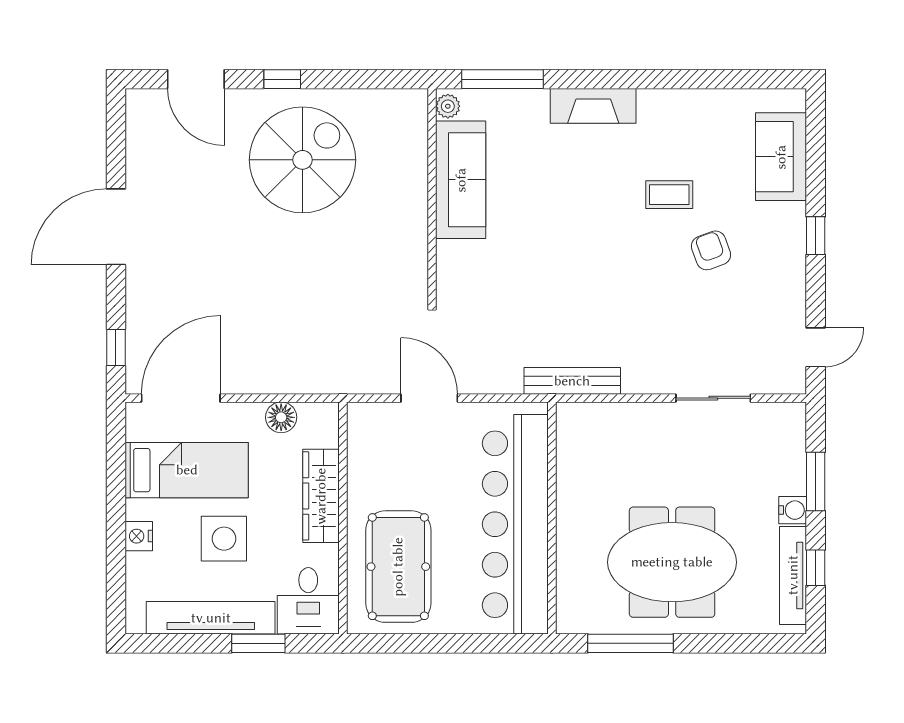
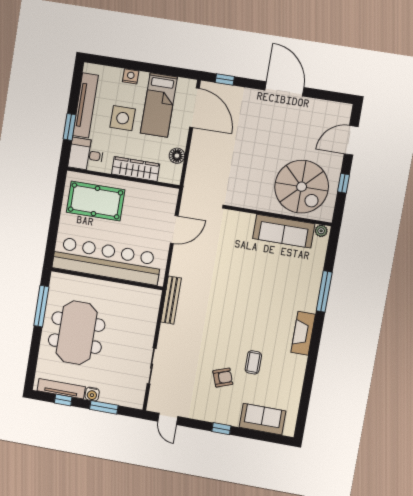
plant: (448, 106) -> (321, 231), moved
sofa: (461, 180) -> (284, 231), moved
wall: (432, 195) -> (278, 216), moved

